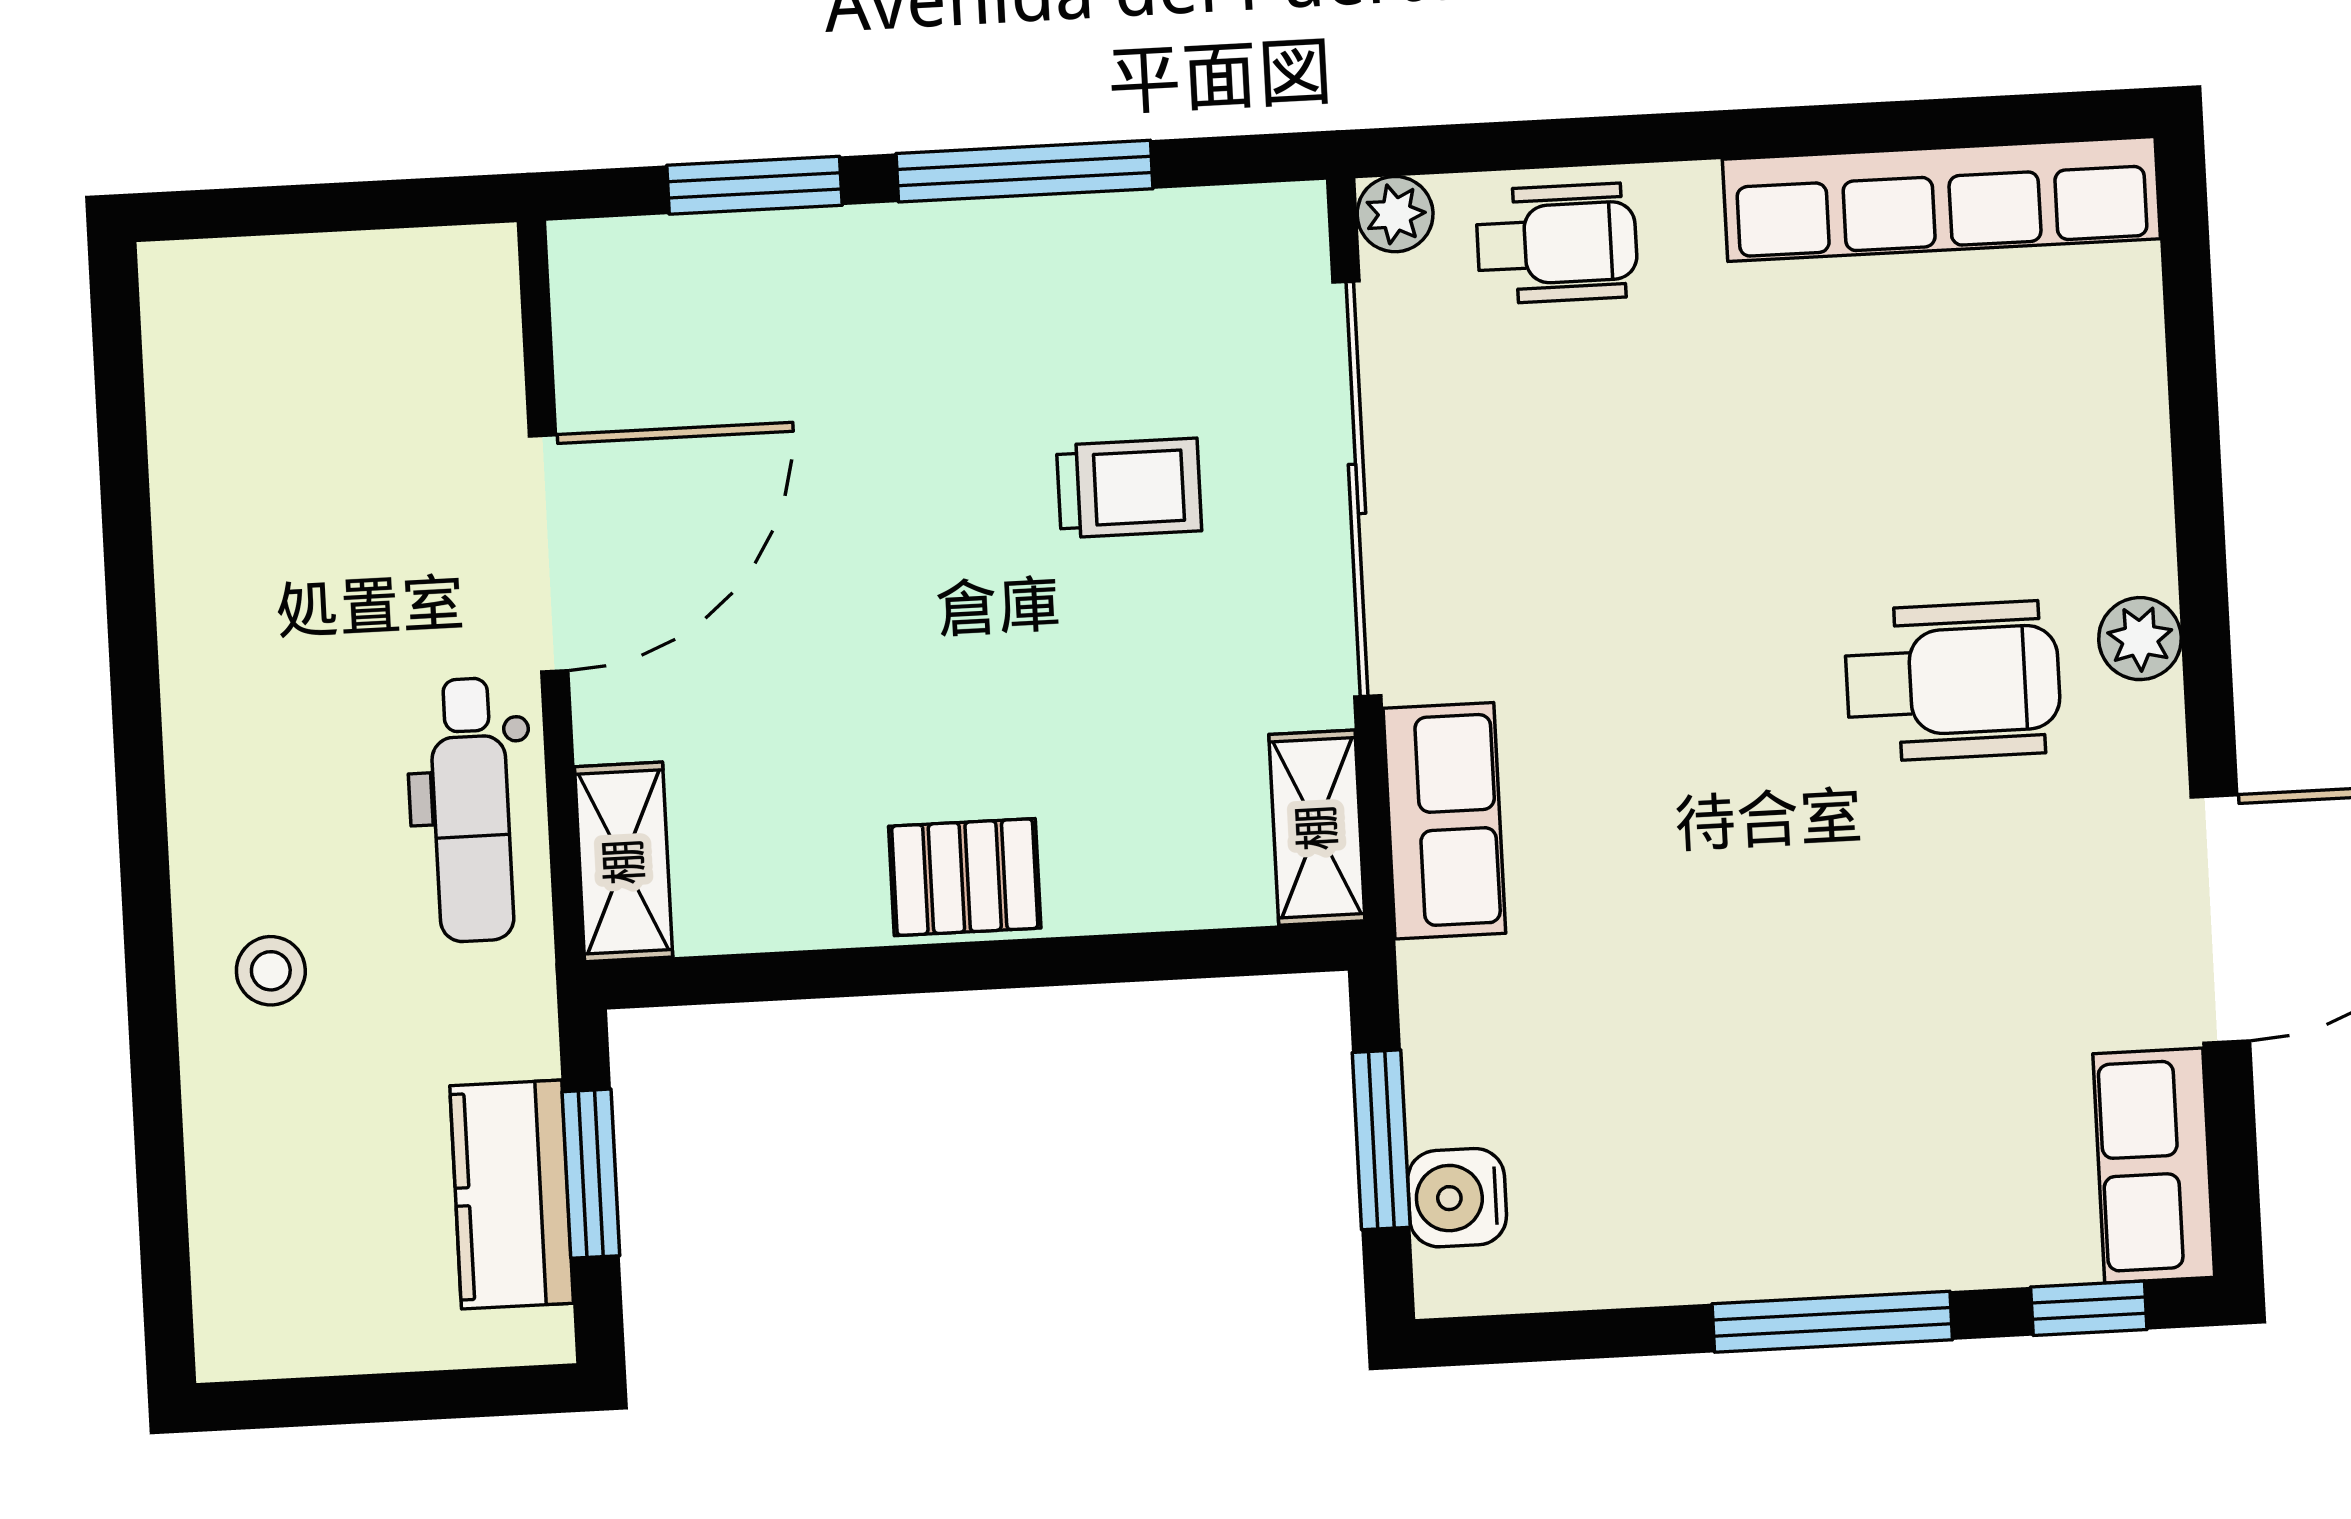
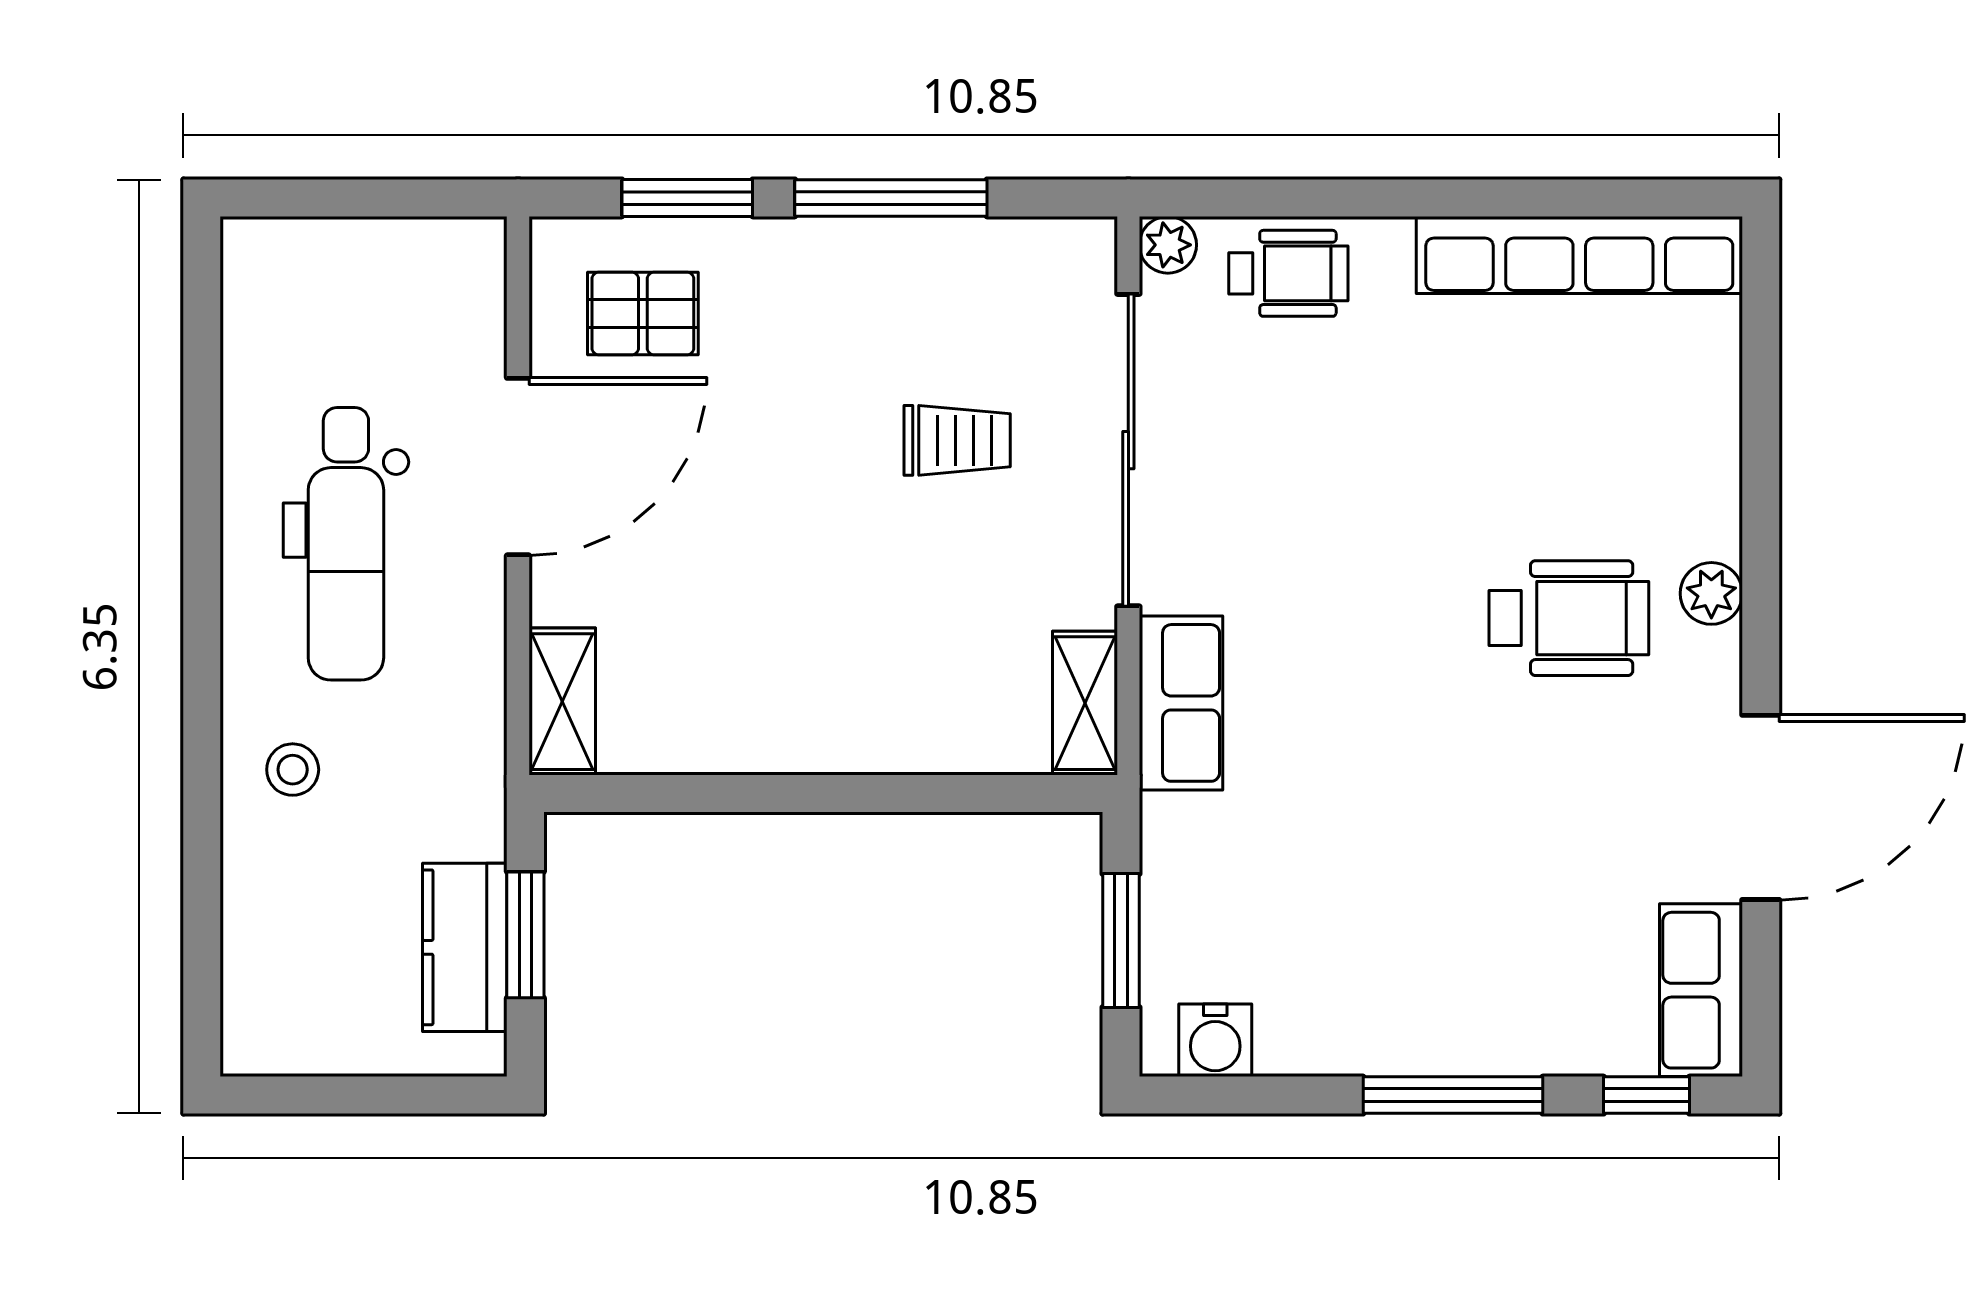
dental chair: (471, 810) -> (346, 544), moved, width x1.36, depth x1.38
pallet: (965, 877) -> (643, 313), moved
water cooler: (1457, 1198) -> (1215, 1040), moved, turned -90

